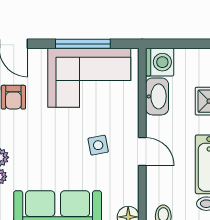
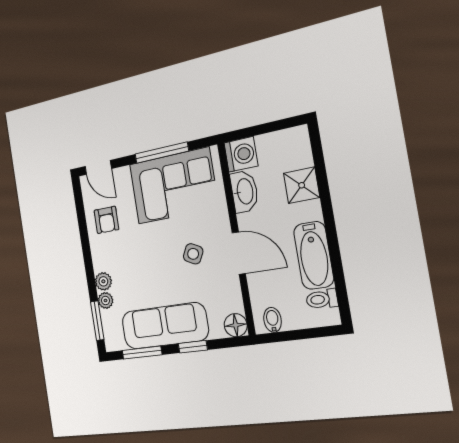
side table: (98, 145) -> (193, 254), turned 38
door: (142, 152) -> (239, 253), width x1.38

